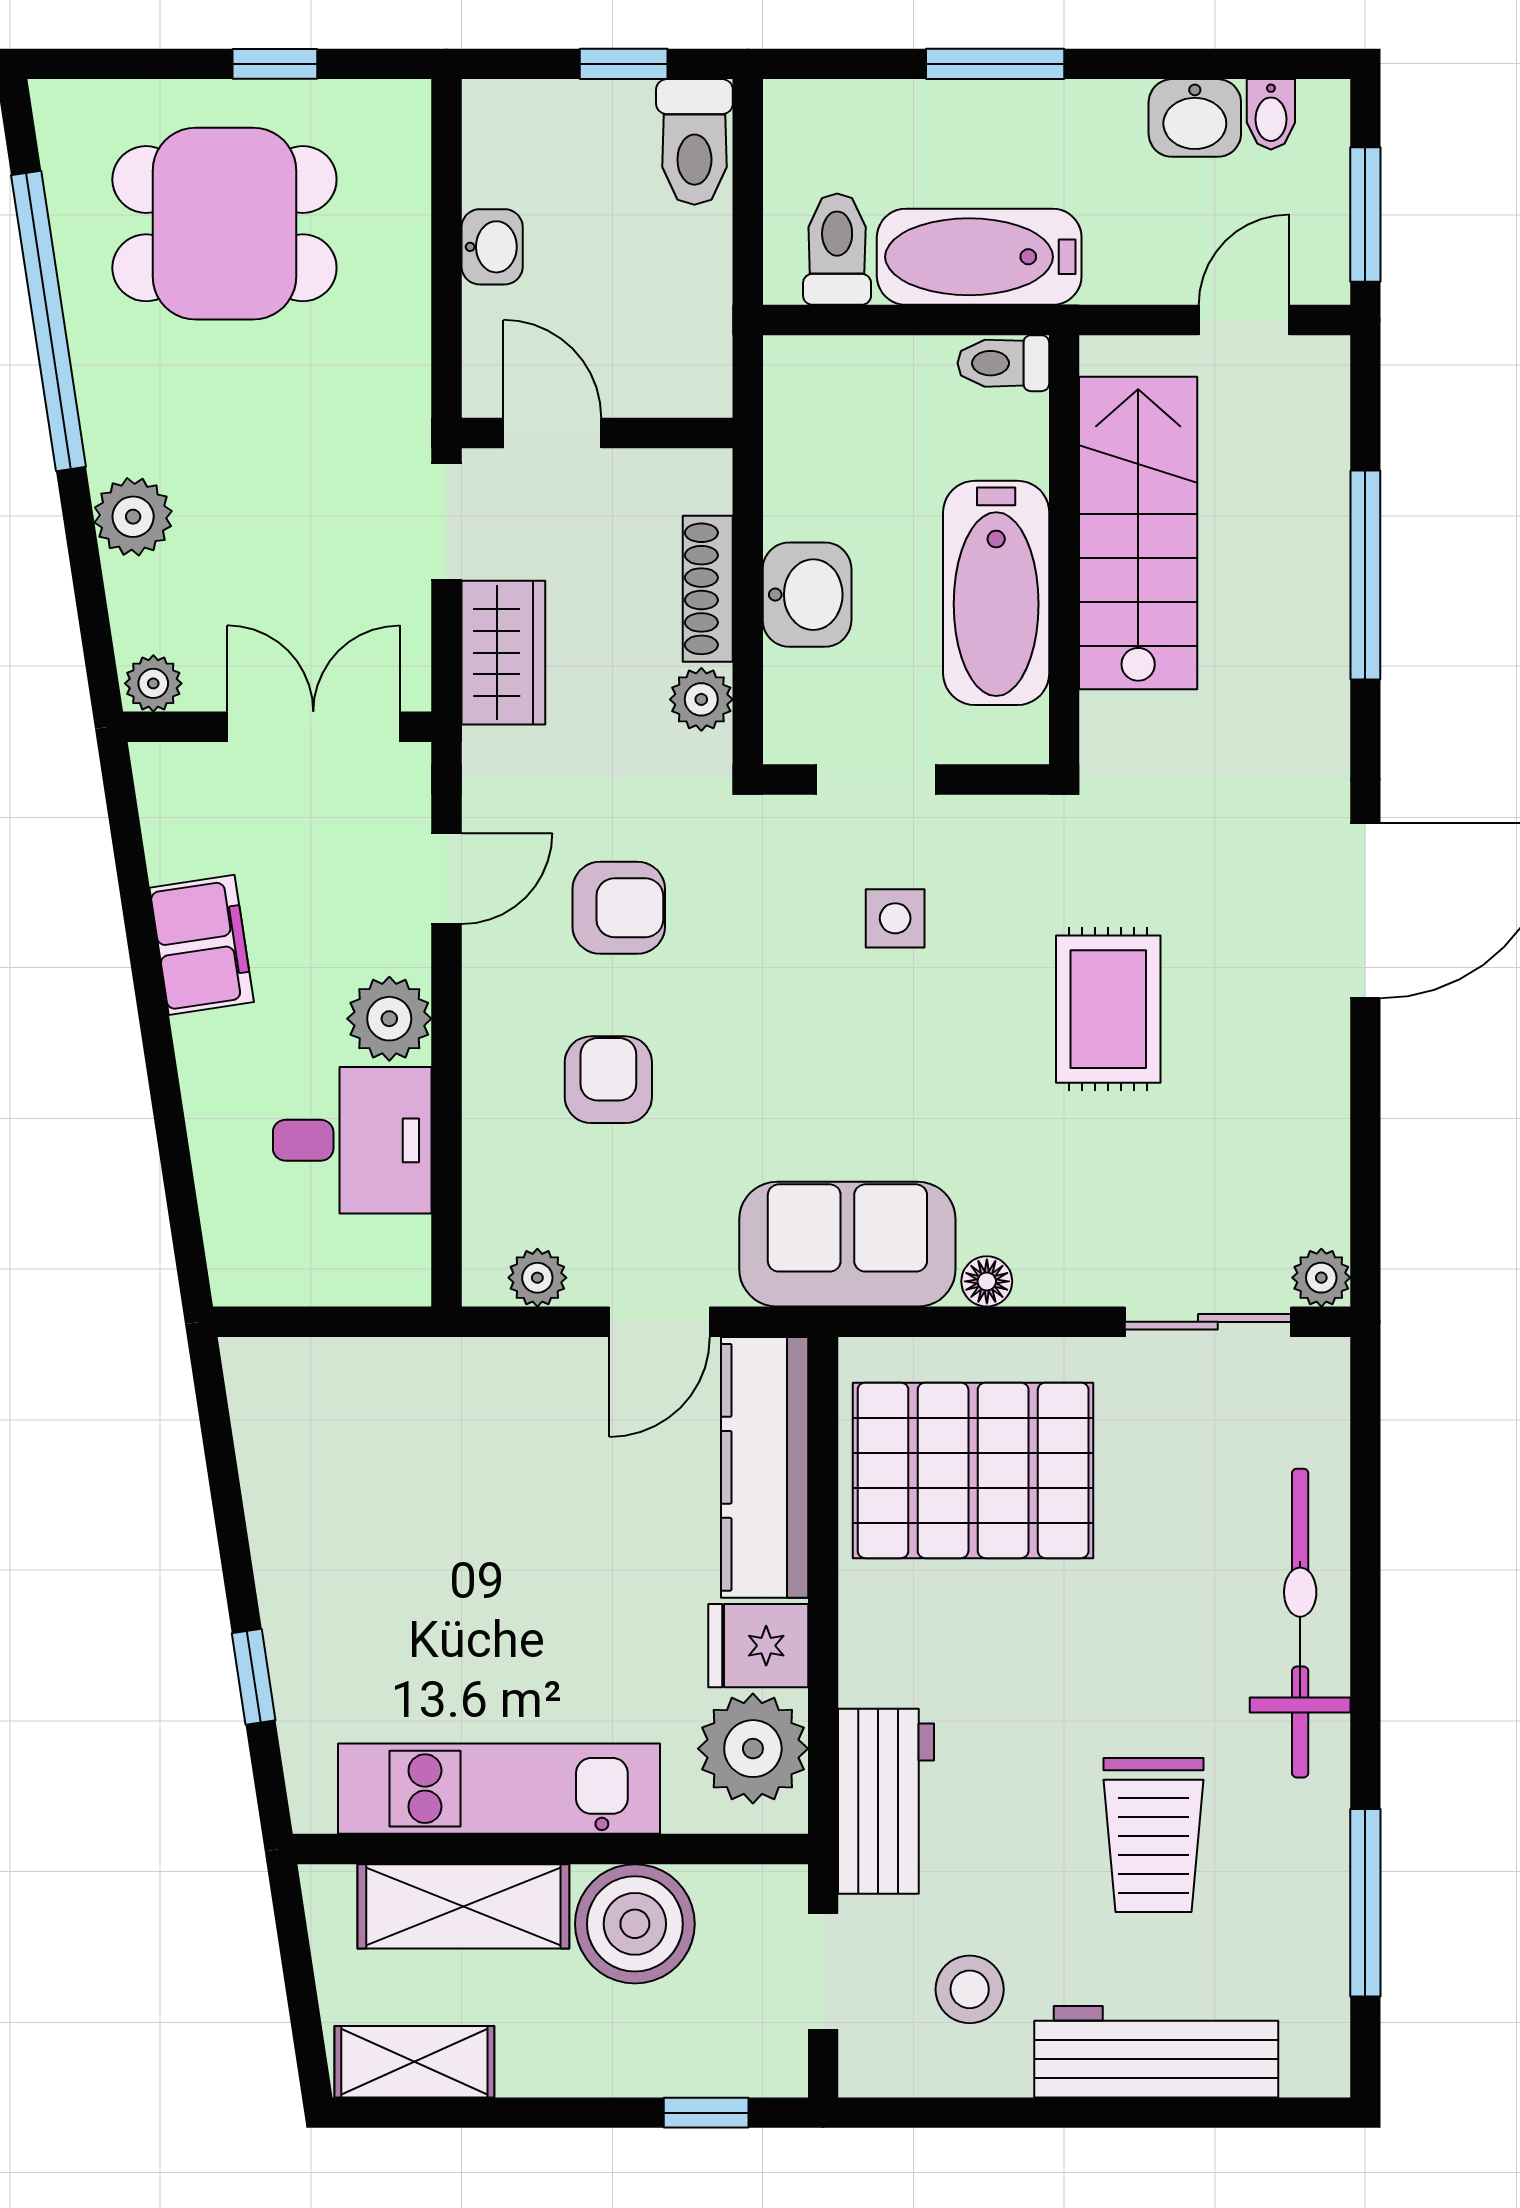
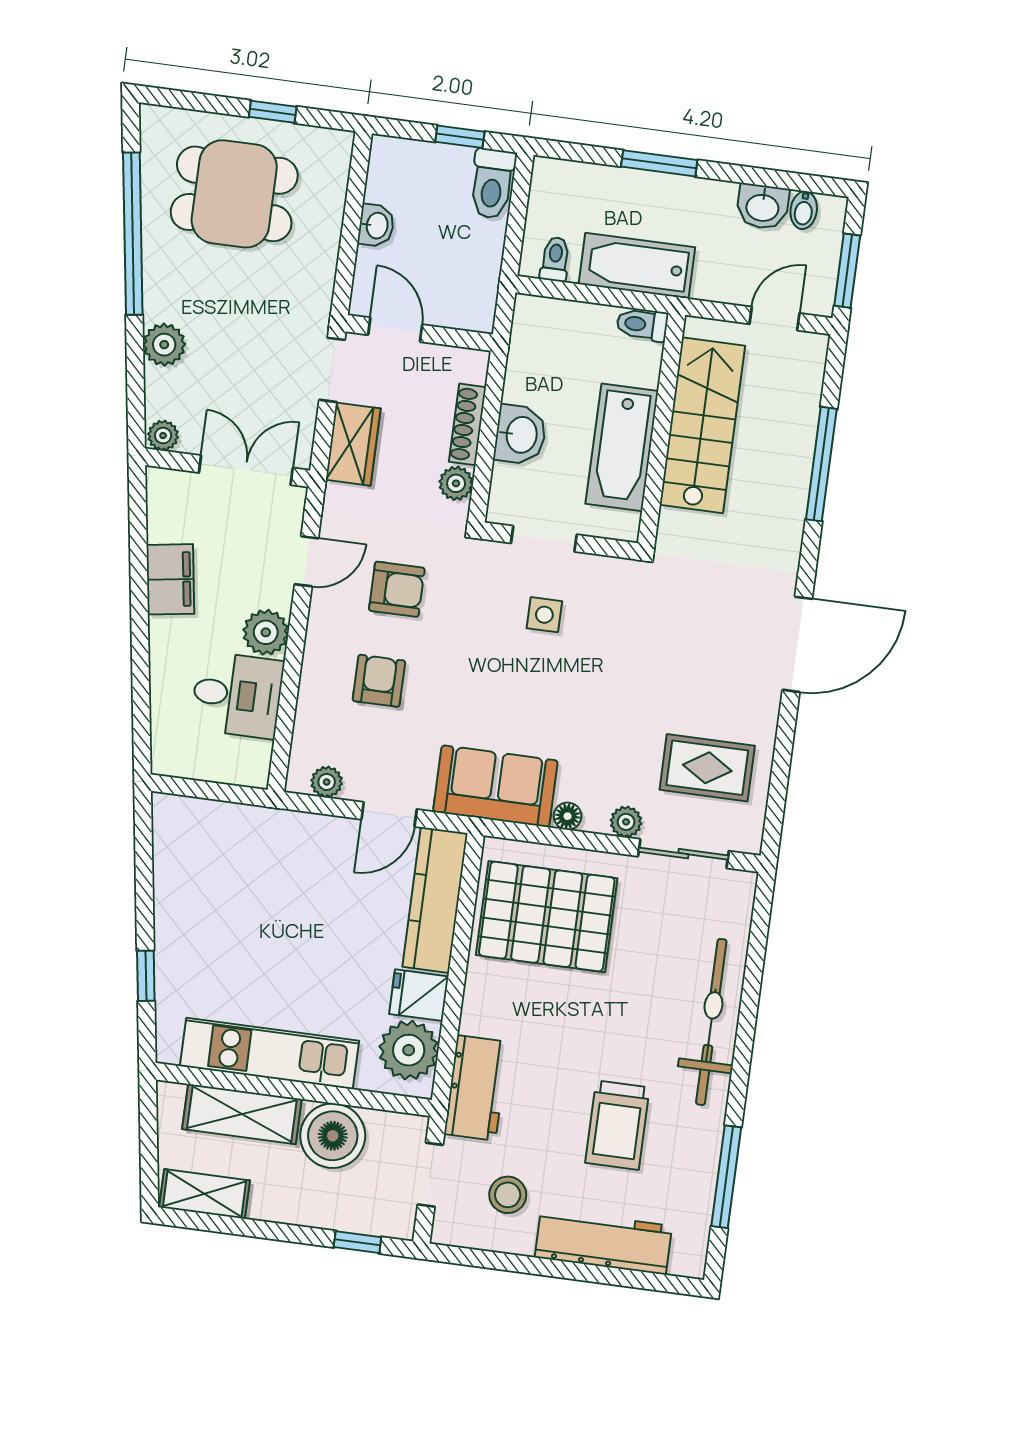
toilet: (837, 249) -> (555, 259), width x0.73, depth x0.72
rug: (1108, 1009) -> (707, 768), moved, turned 90
plant: (1321, 1278) -> (626, 822), moved

